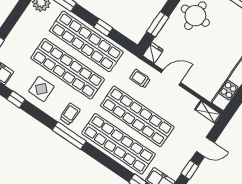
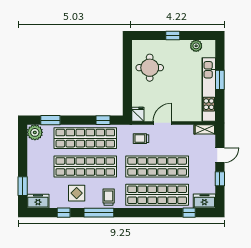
window: (158, 24) -> (127, 92), removed
window: (103, 27) -> (103, 120), moved
window: (69, 136) -> (99, 213), moved

